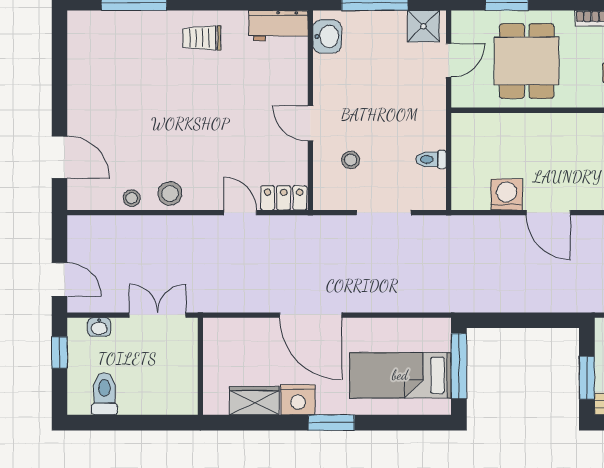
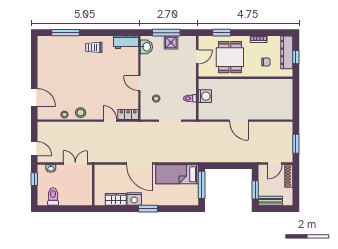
shower: (423, 26) -> (171, 43), moved
washing machine: (507, 194) -> (205, 96), moved, turned 90
bed: (400, 375) -> (177, 174), moved

